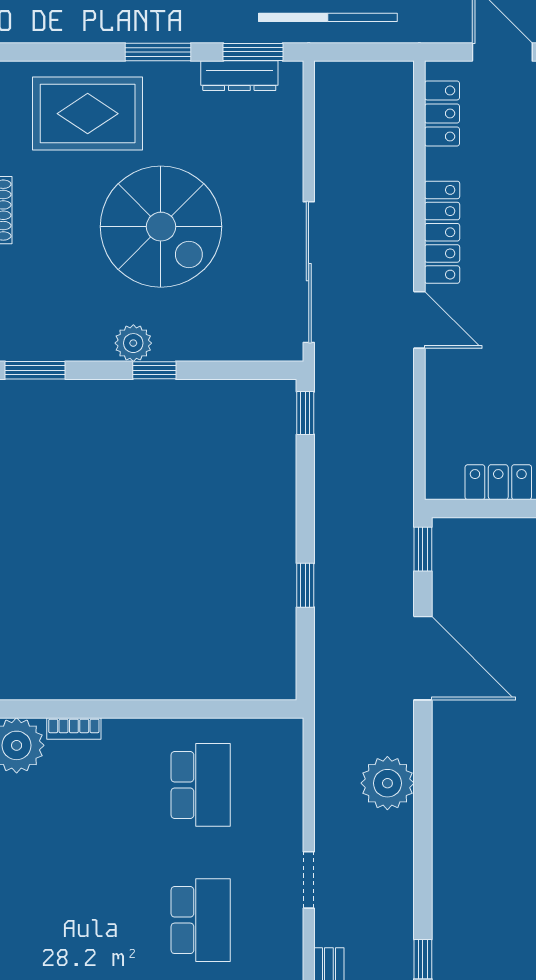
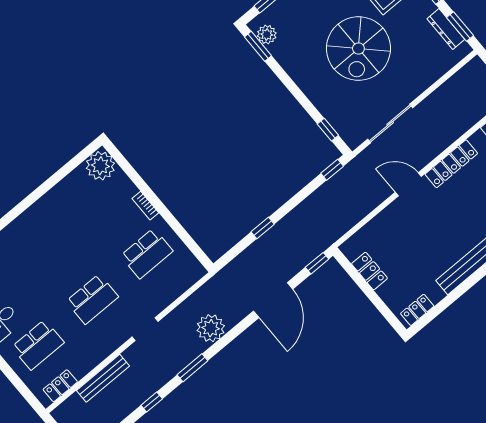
sliding door: (309, 272) -> (390, 123), width x0.73
door: (419, 320) -> (408, 184), swing flipped
plant: (133, 343) -> (267, 35), moved
window: (154, 370) -> (328, 130), moved
bookcase: (74, 728) -> (145, 206), moved
window: (423, 858) -> (192, 368), added

